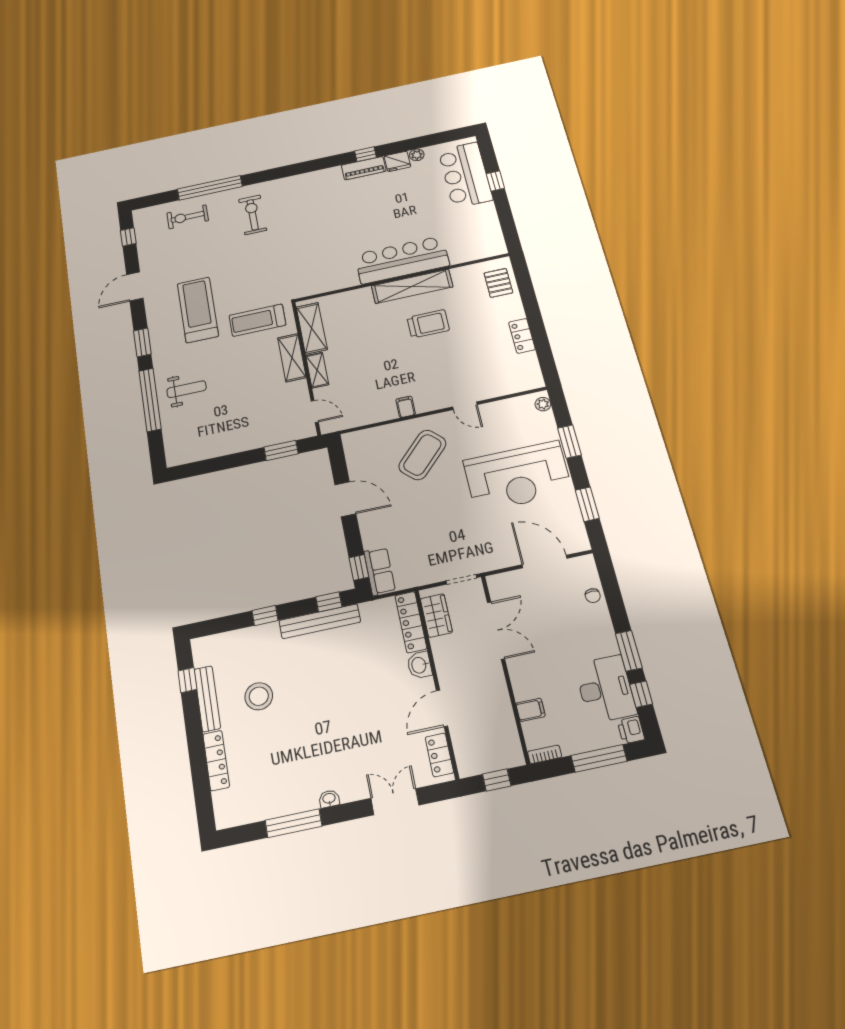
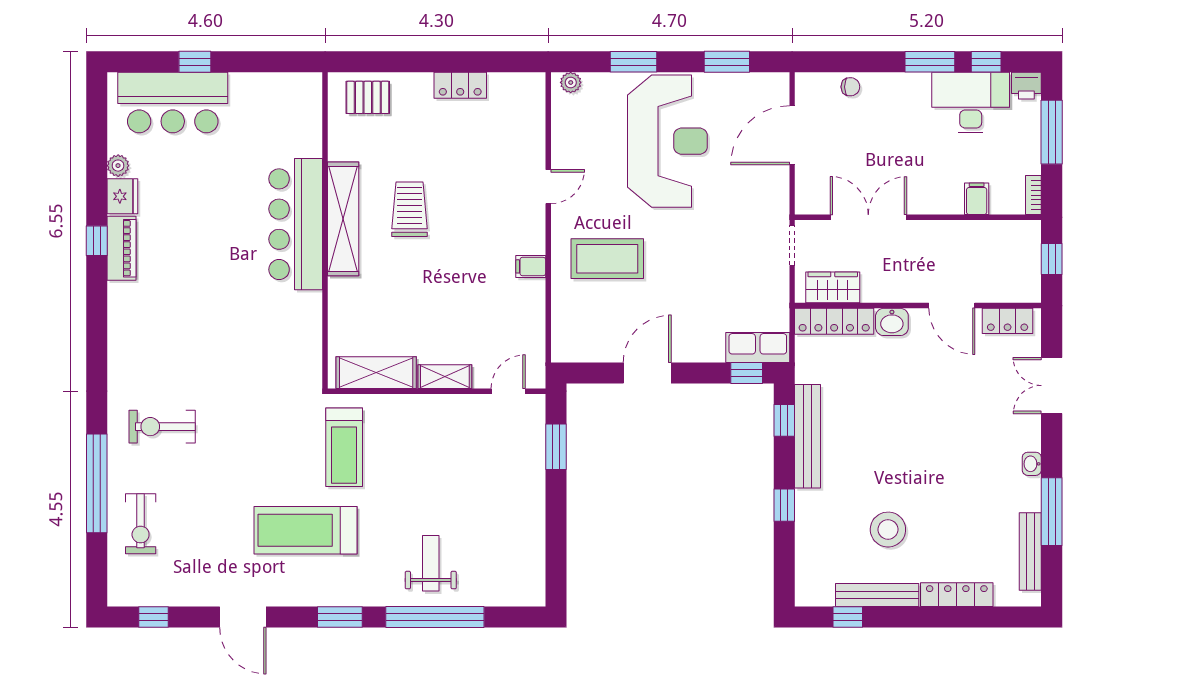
shelving: (292, 358) -> (417, 408), removed
coffee table: (422, 455) -> (607, 259), turned -44
bench: (259, 812) -> (1030, 552), added

